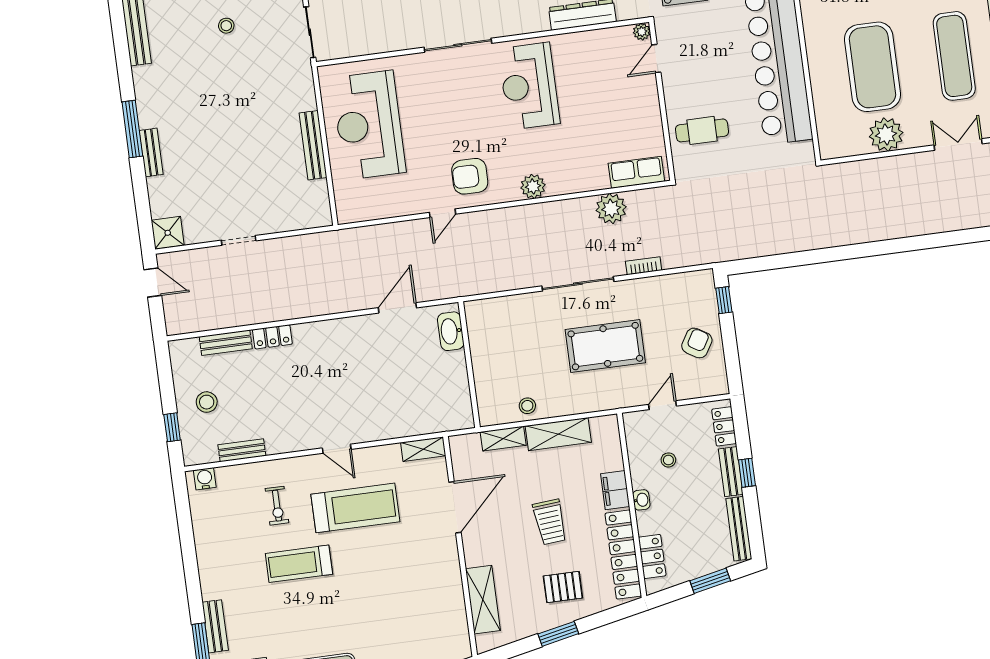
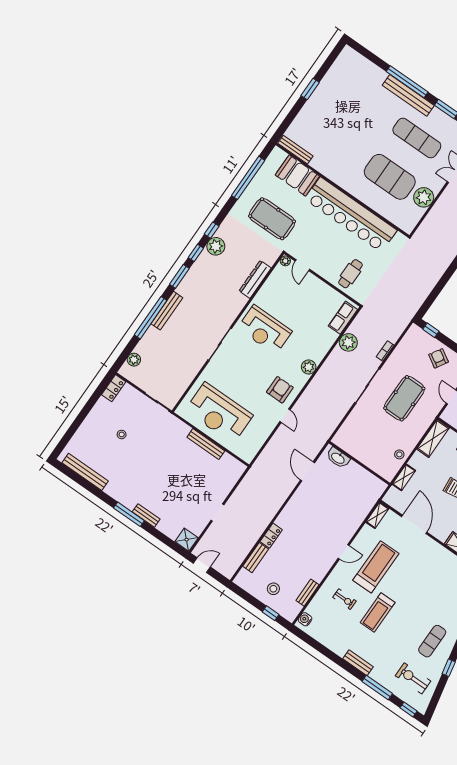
armchair: (470, 176) -> (280, 390), turned 180
shelving: (558, 434) -> (433, 438), moved
bench: (215, 626) -> (358, 663), moved

